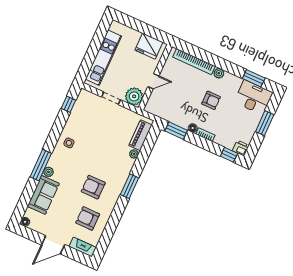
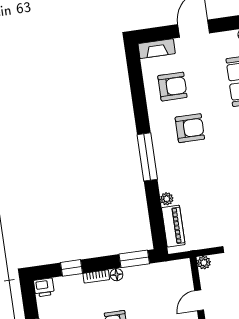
plant: (134, 96) -> (204, 263), width x0.53, depth x0.53
window: (229, 155) -> (71, 268), moved
window: (130, 186) -> (147, 157), width x1.44

